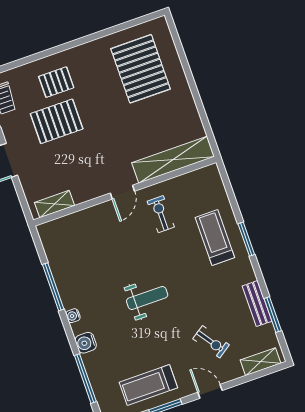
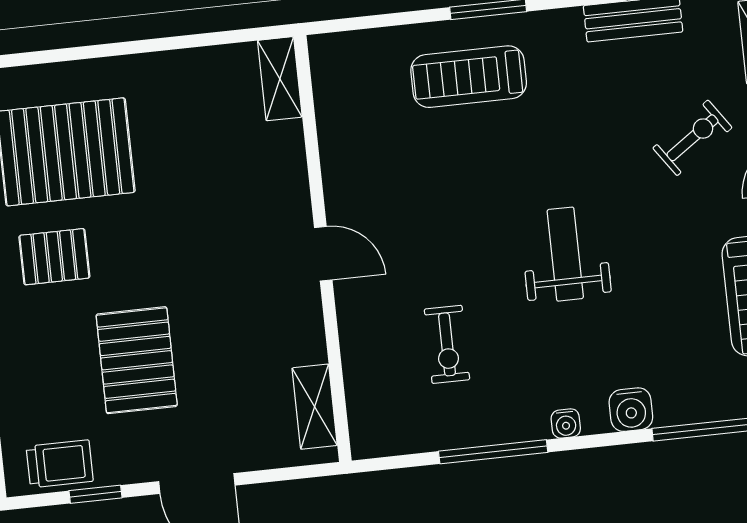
pallet: (56, 82) -> (54, 257), moved, turned 90
shelving: (173, 160) -> (280, 79), width x0.45, depth x0.75
exercise bike: (161, 214) -> (447, 344), moved, turned -90

